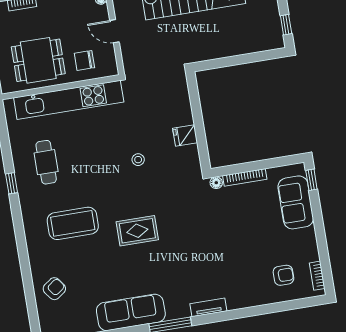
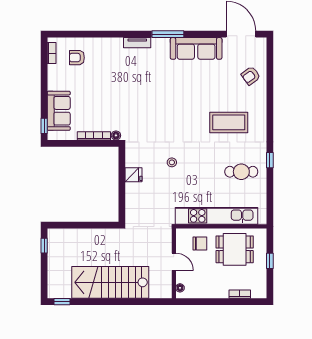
cafe table: (46, 162) -> (241, 172), turned 90
rug: (137, 231) -> (181, 109), removed

